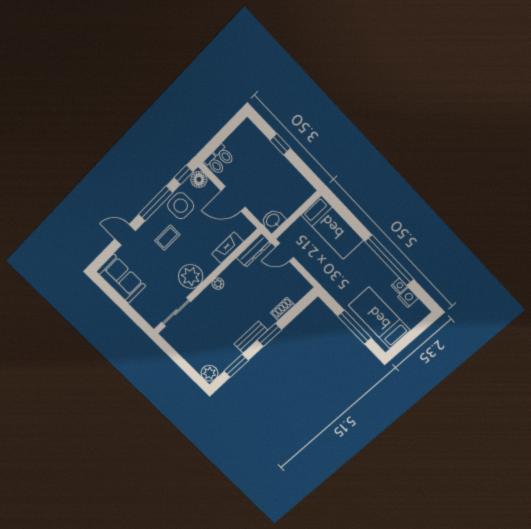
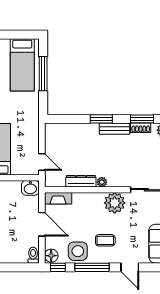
toilet: (224, 155) -> (22, 255), removed
fireplace: (228, 248) -> (58, 198), moved
dresser: (254, 250) -> (81, 181), moved
shoe rack: (283, 309) -> (141, 128), moved

